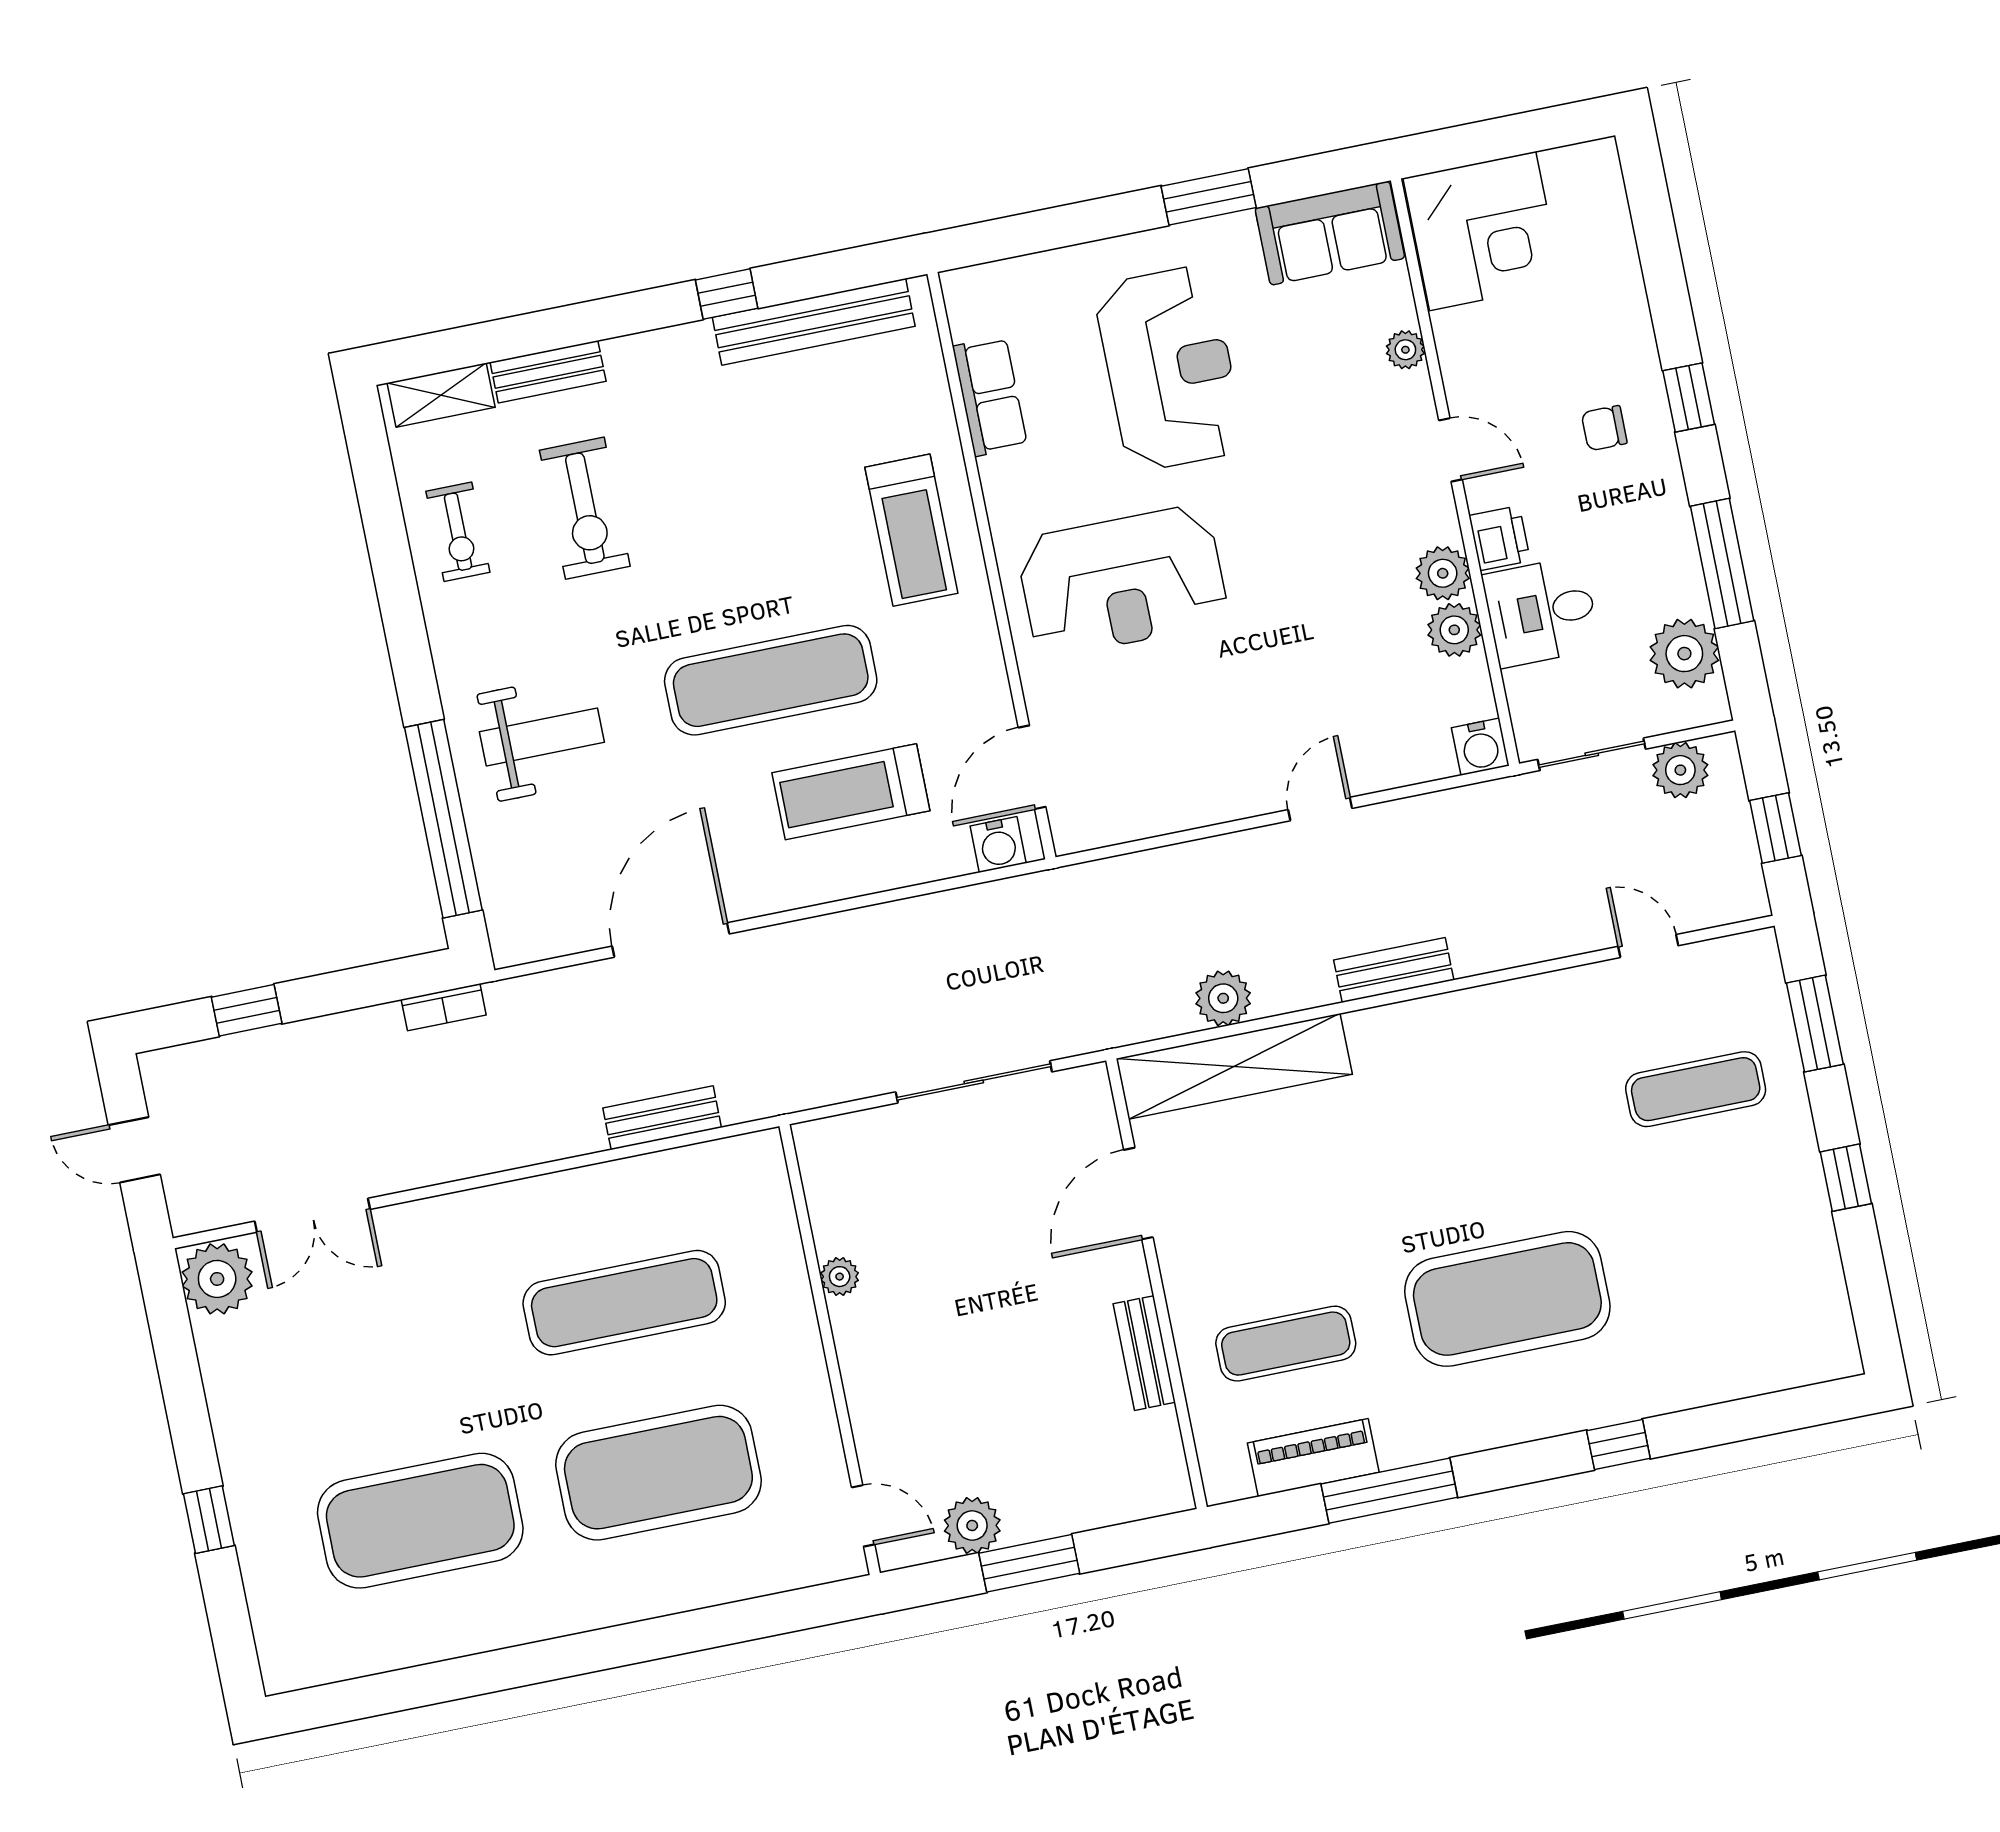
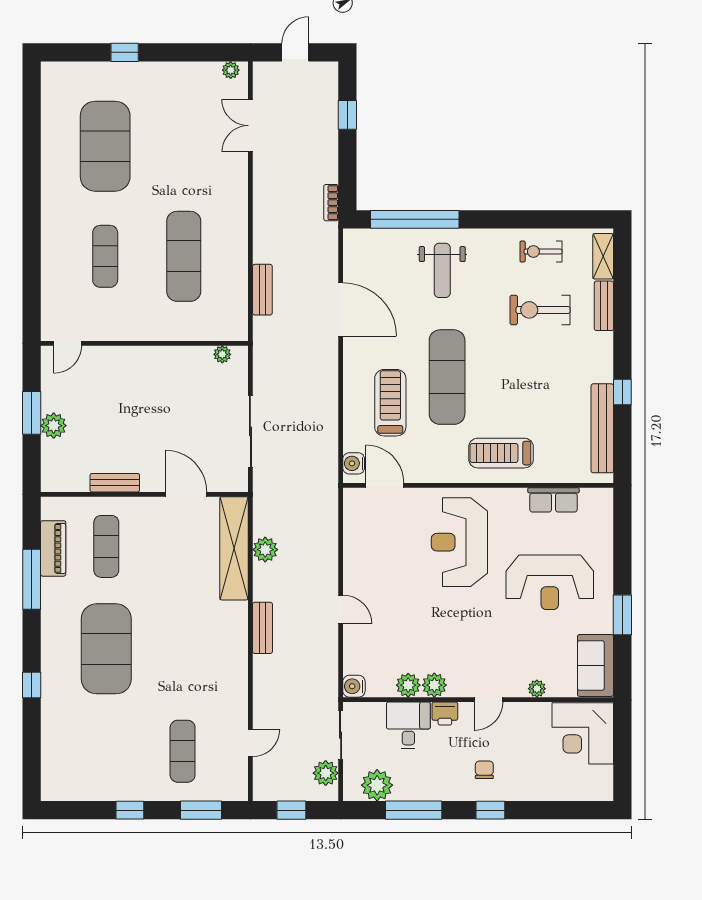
plant: (840, 1277) -> (222, 354), moved
plant: (217, 1279) -> (231, 70), width x0.53, depth x0.53
exercise mat: (658, 1473) -> (105, 256), width x0.50, depth x0.69
plant: (972, 1526) -> (54, 426), moved

